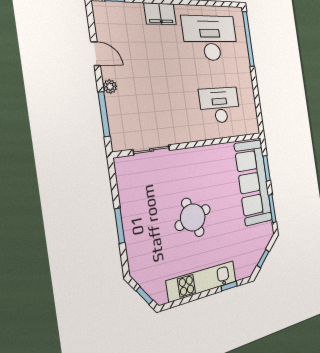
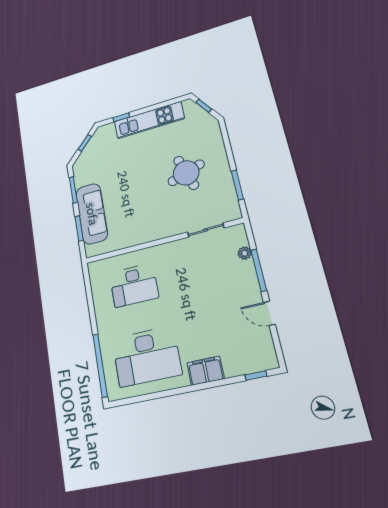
plant: (110, 87) -> (245, 253), moved
window: (104, 114) -> (259, 270), moved
sofa: (253, 182) -> (92, 214), width x0.74, depth x0.79
round table: (193, 217) -> (186, 173), moved
window: (120, 226) -> (237, 185), moved

